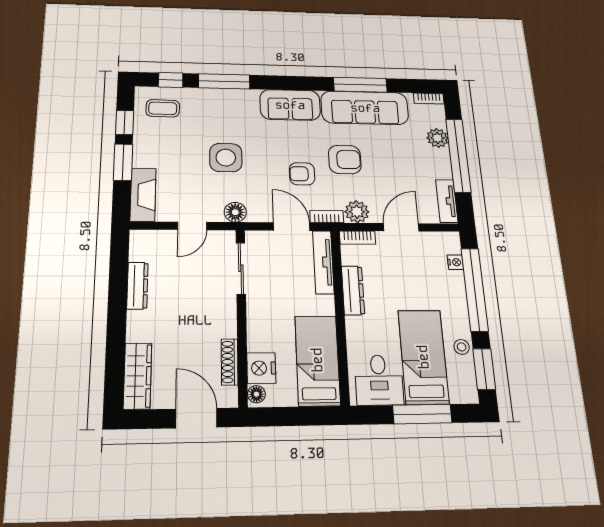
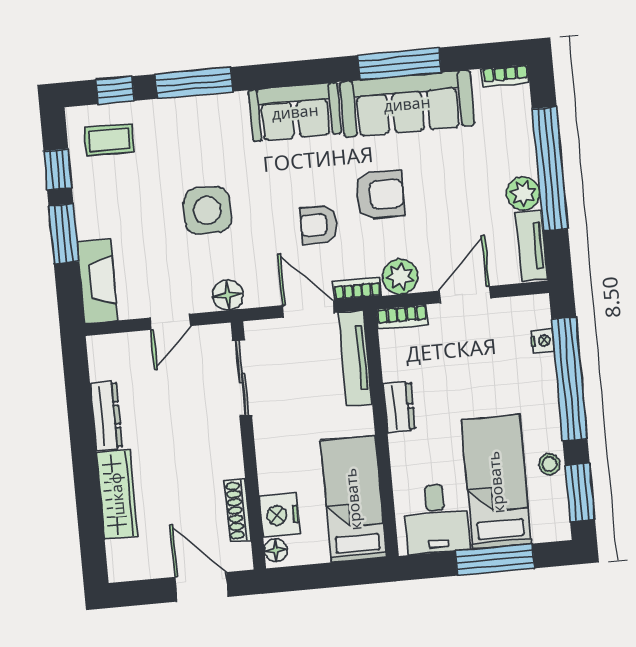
plant: (437, 138) -> (523, 193), moved
dresser: (353, 290) -> (399, 407), width x0.70
wardrobe: (138, 376) -> (117, 494), moved

